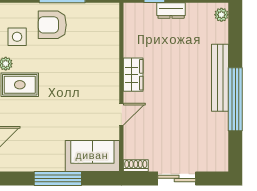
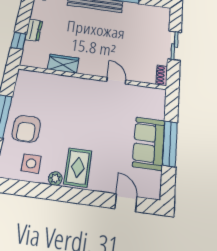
wardrobe: (133, 75) -> (63, 64), moved
sofa: (92, 156) -> (149, 143), moved

